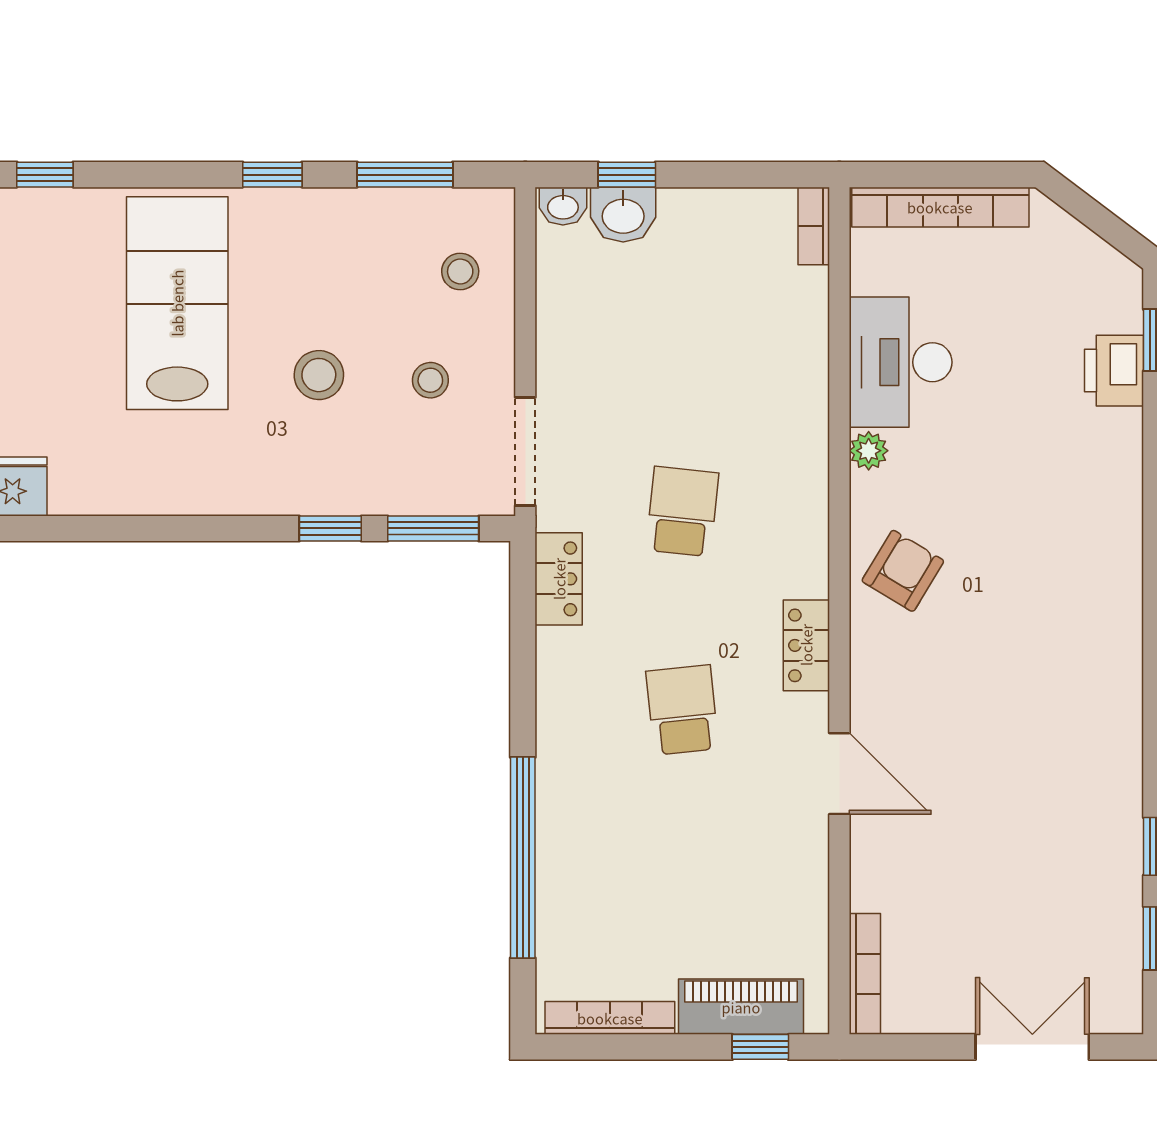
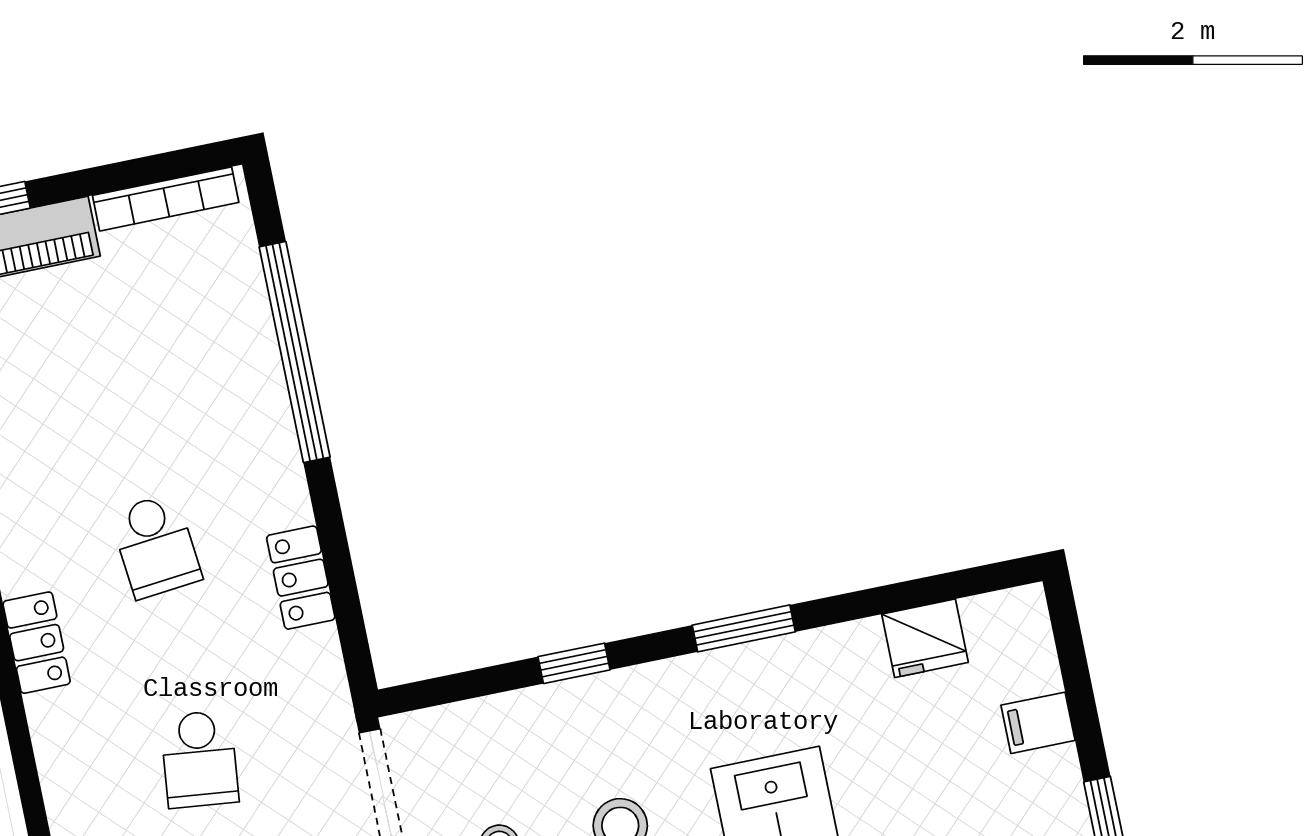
window: (433, 528) -> (744, 628), moved
locker: (559, 579) -> (301, 578), moved

